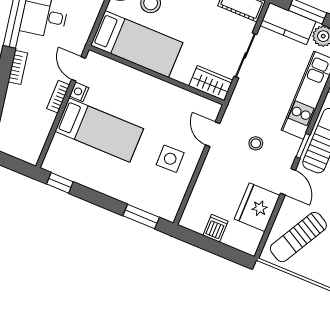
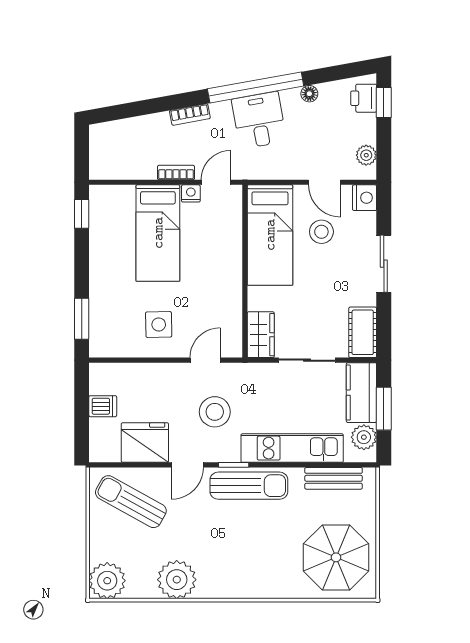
stool: (256, 143) -> (215, 412), width x1.89, depth x1.89

